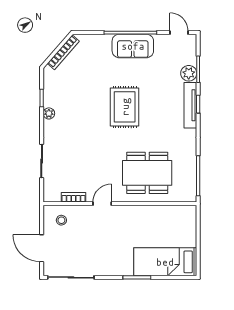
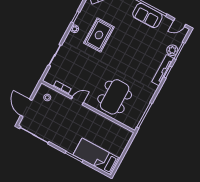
door: (179, 33) -> (180, 22), swing flipped
rug: (125, 107) -> (99, 35), moved
dining table: (147, 173) -> (115, 97), turned 90

